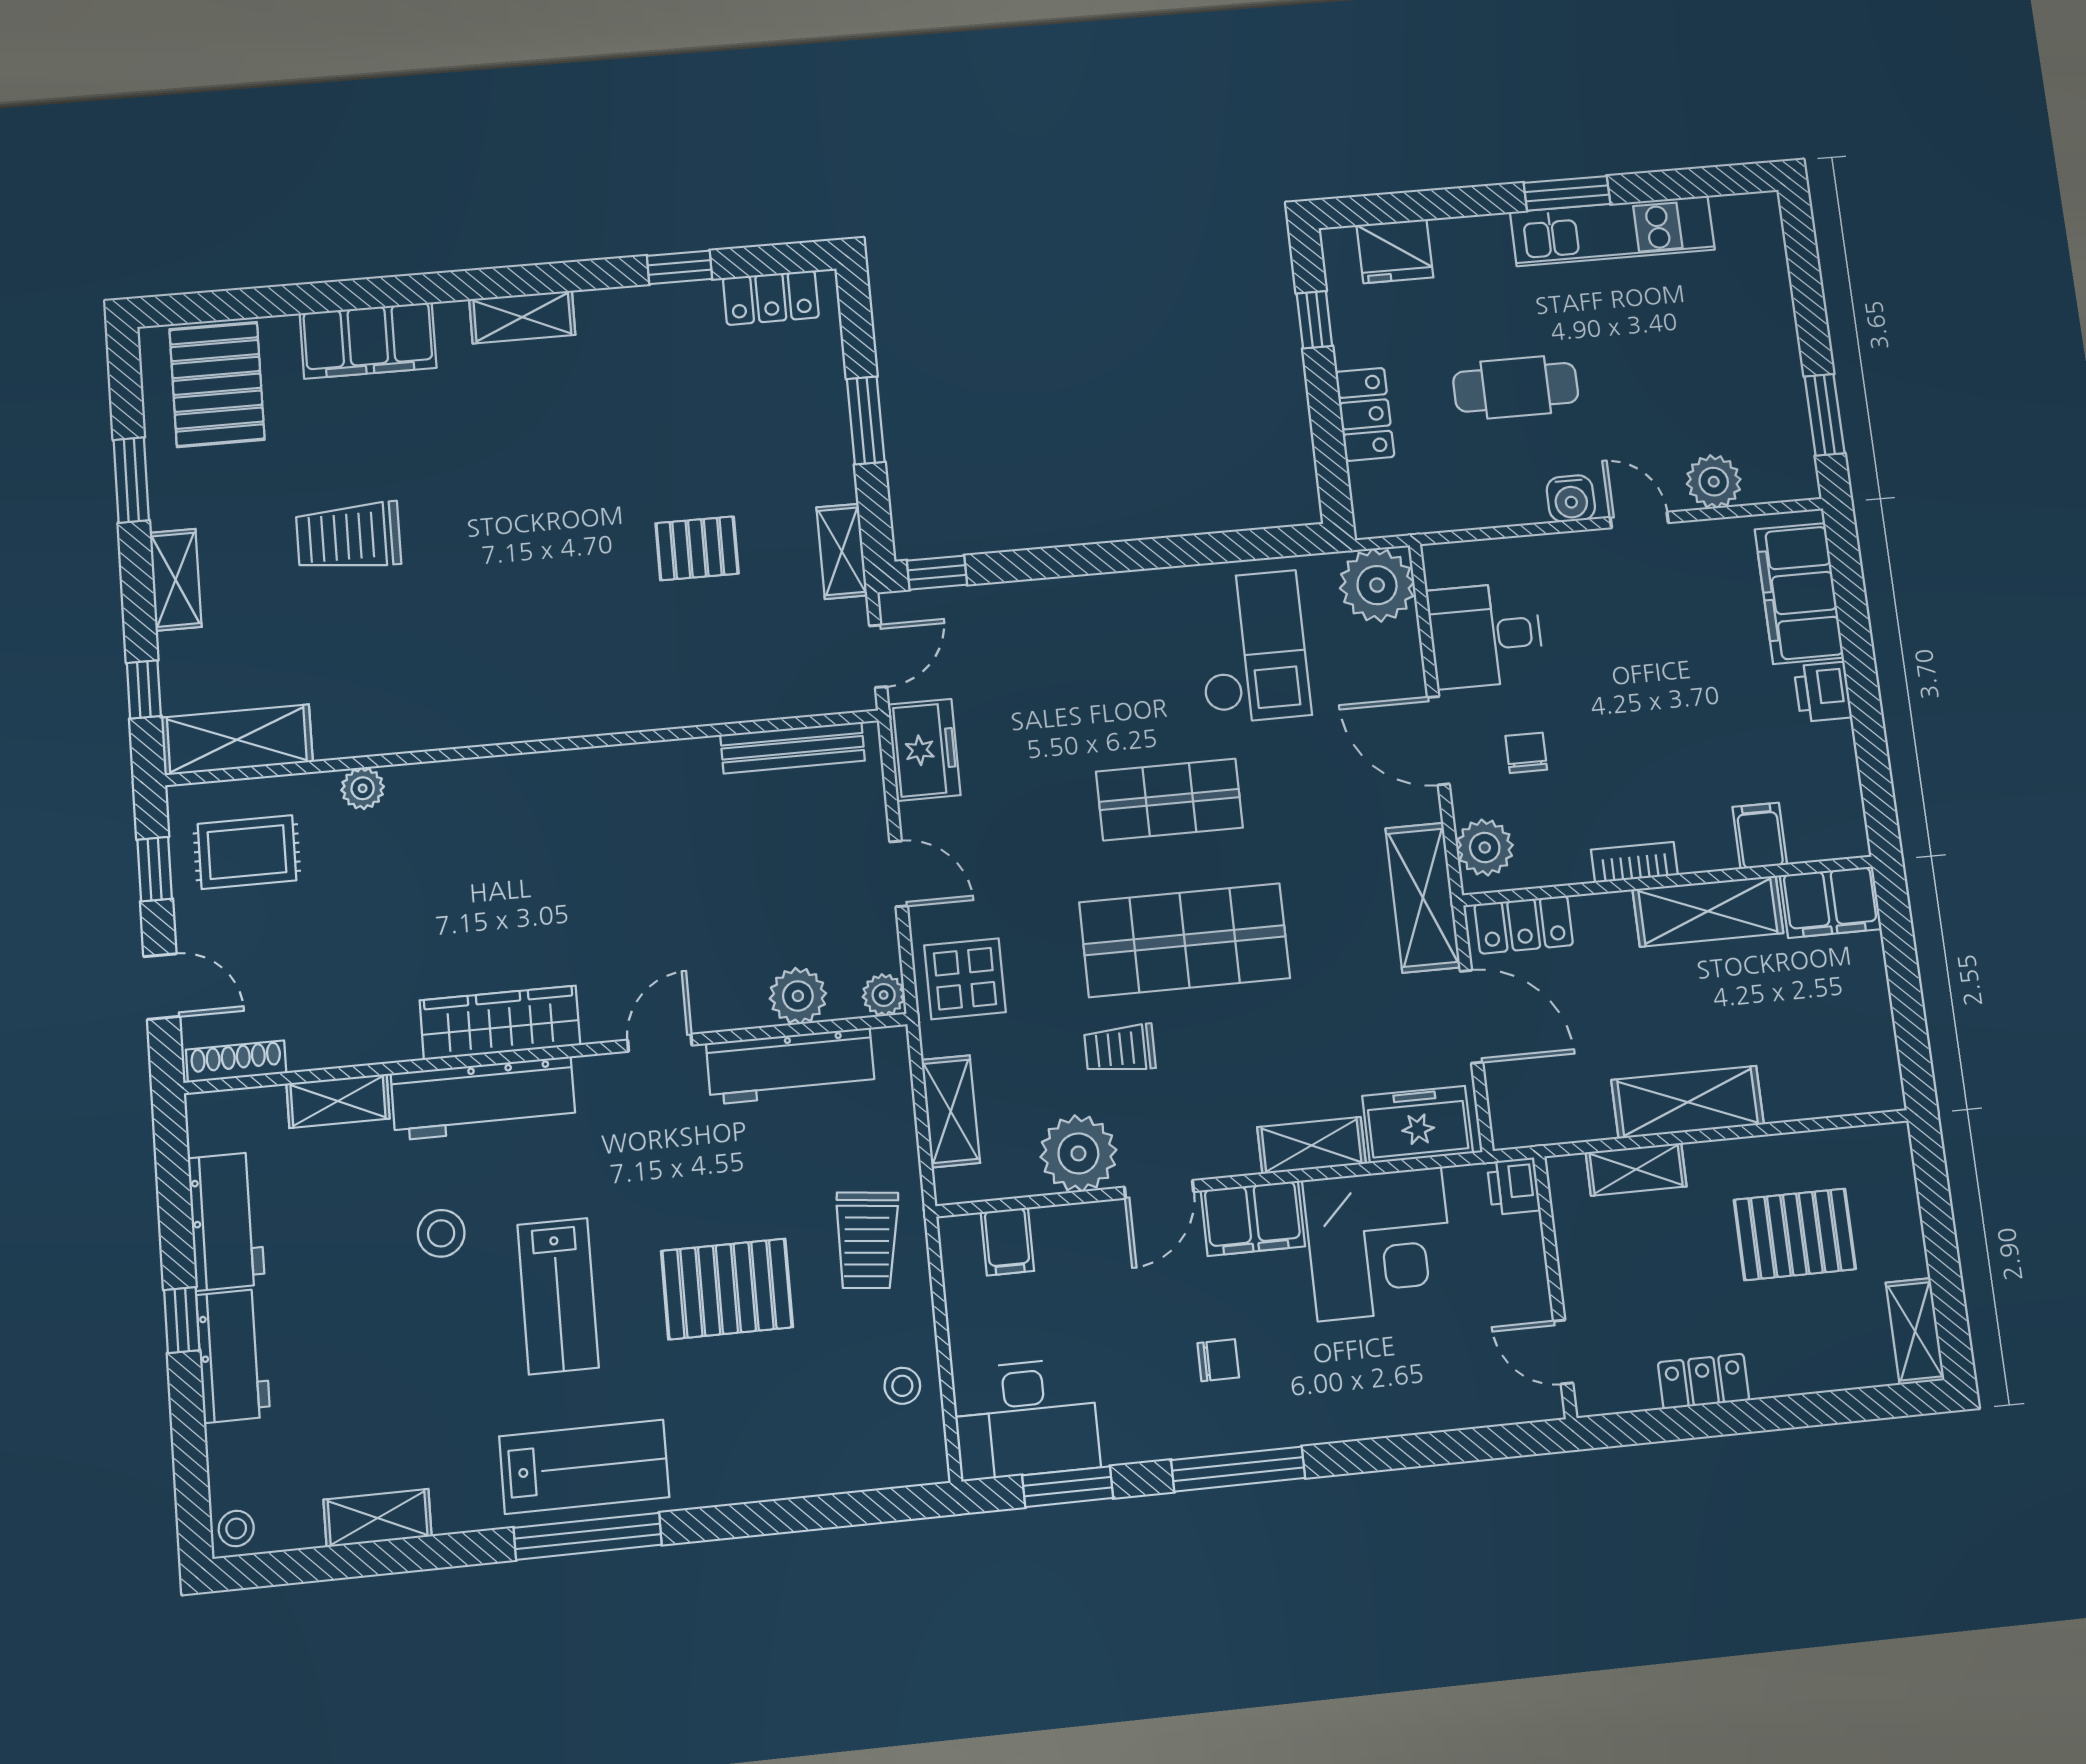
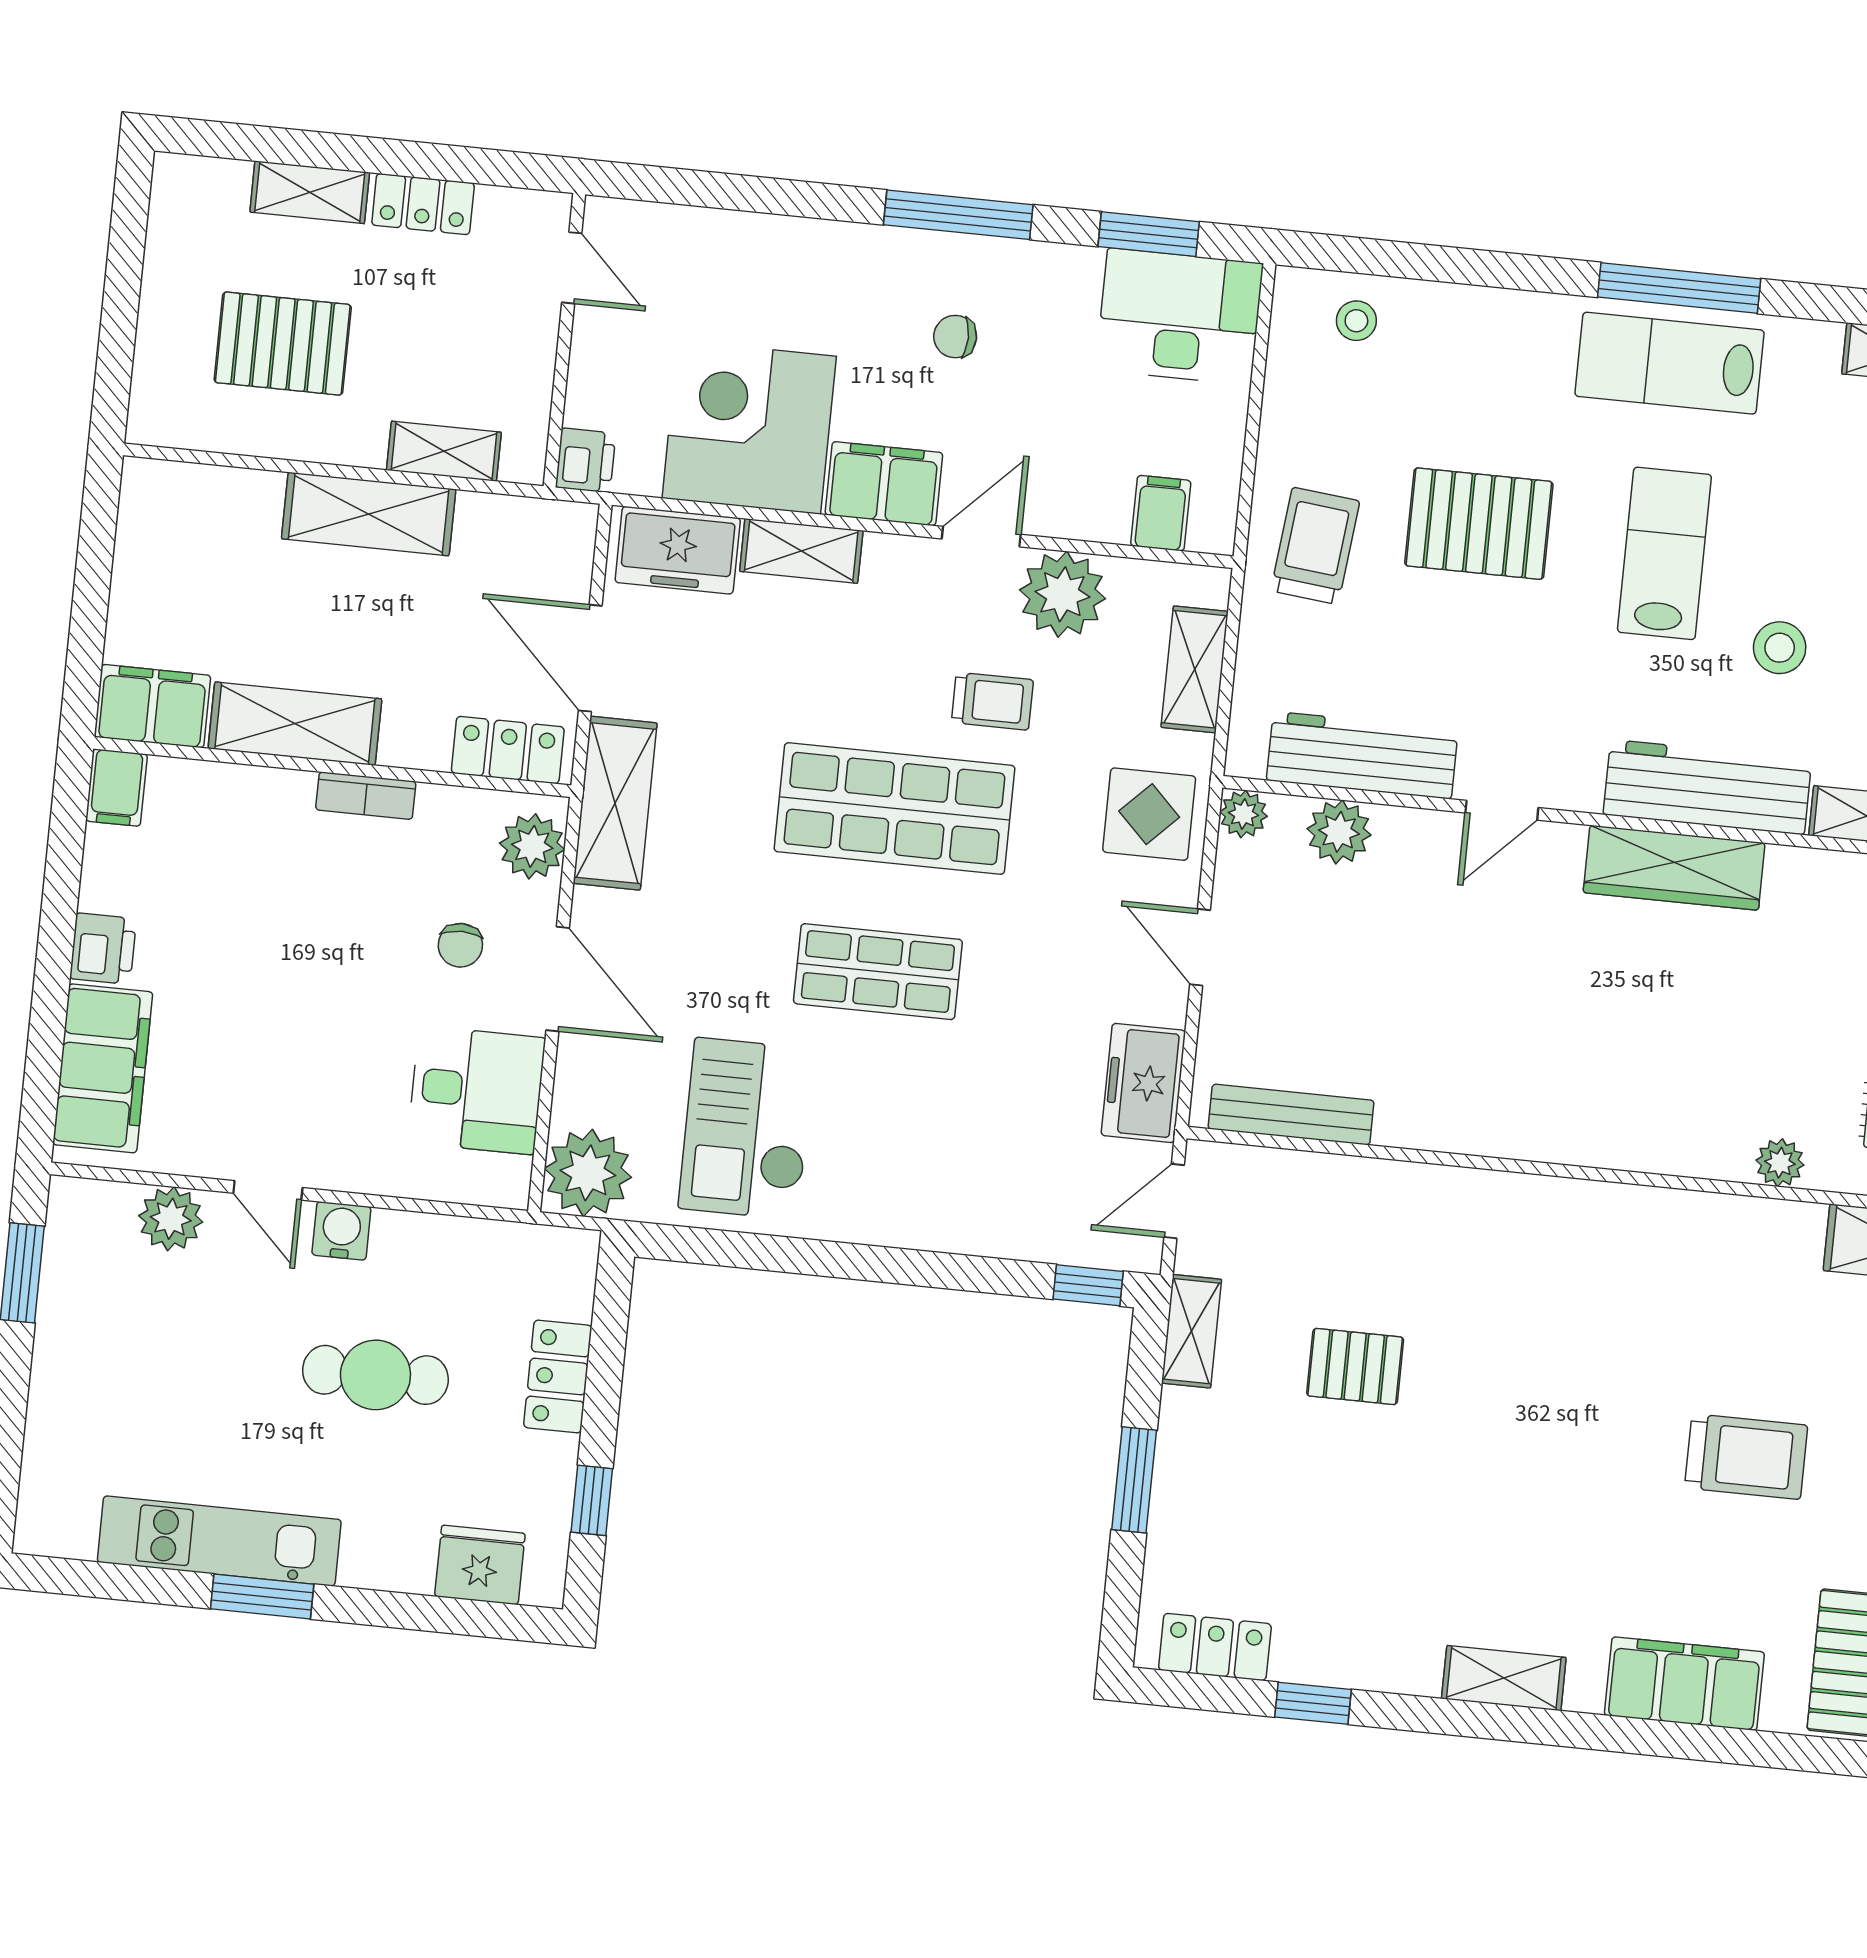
filing cabinet: (1760, 836) -> (117, 788), moved
shelving: (1915, 1331) -> (310, 192), moved, turned 90
stool: (902, 1386) -> (1356, 321), moved

